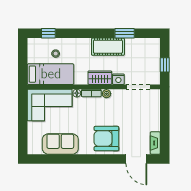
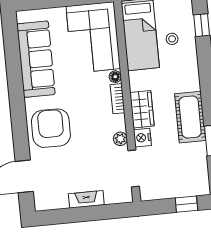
window: (165, 65) -> (186, 204), moved
plant: (106, 94) -> (120, 139), moved
fireplace: (155, 143) -> (86, 199), moved
sofa: (60, 144) -> (36, 59), width x1.36

